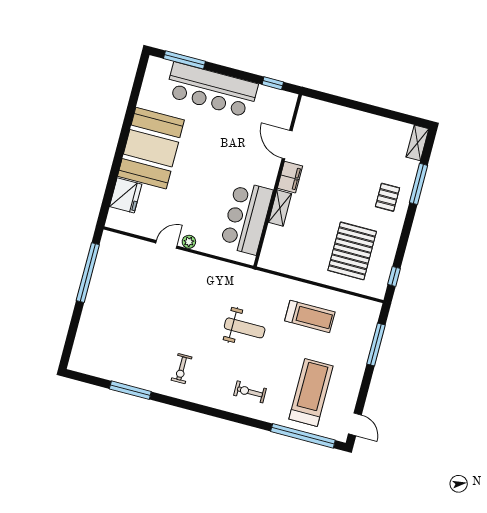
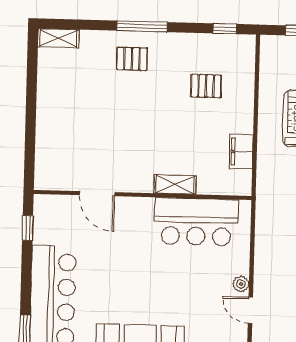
door: (287, 145) -> (97, 194), hinge flipped
filing cabinet: (290, 177) -> (241, 152), moved, turned -90
window: (418, 184) -> (142, 26), moved
pallet: (352, 251) -> (206, 86), width x0.49, depth x0.50

